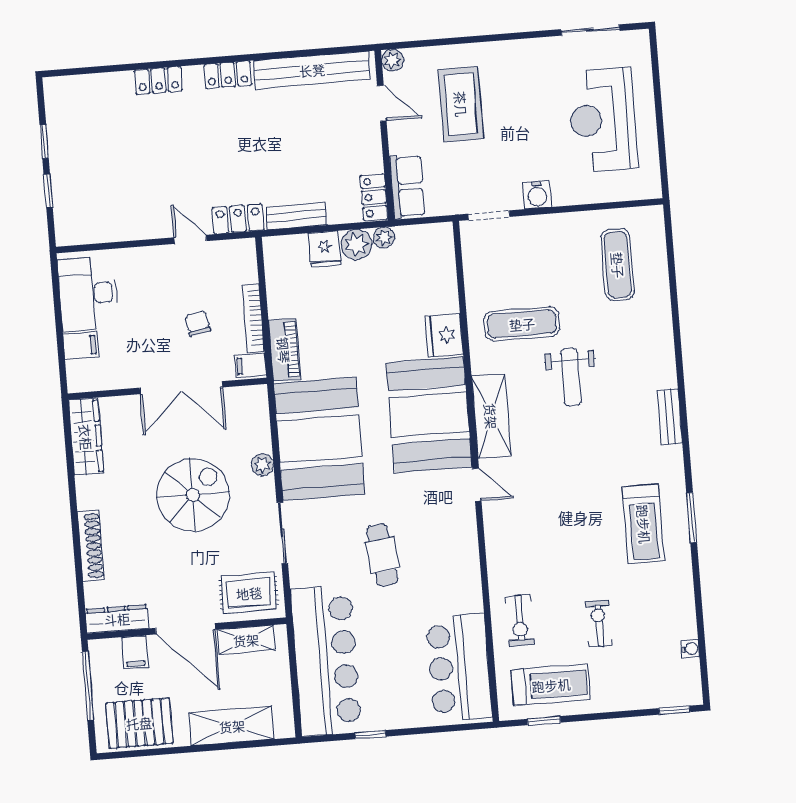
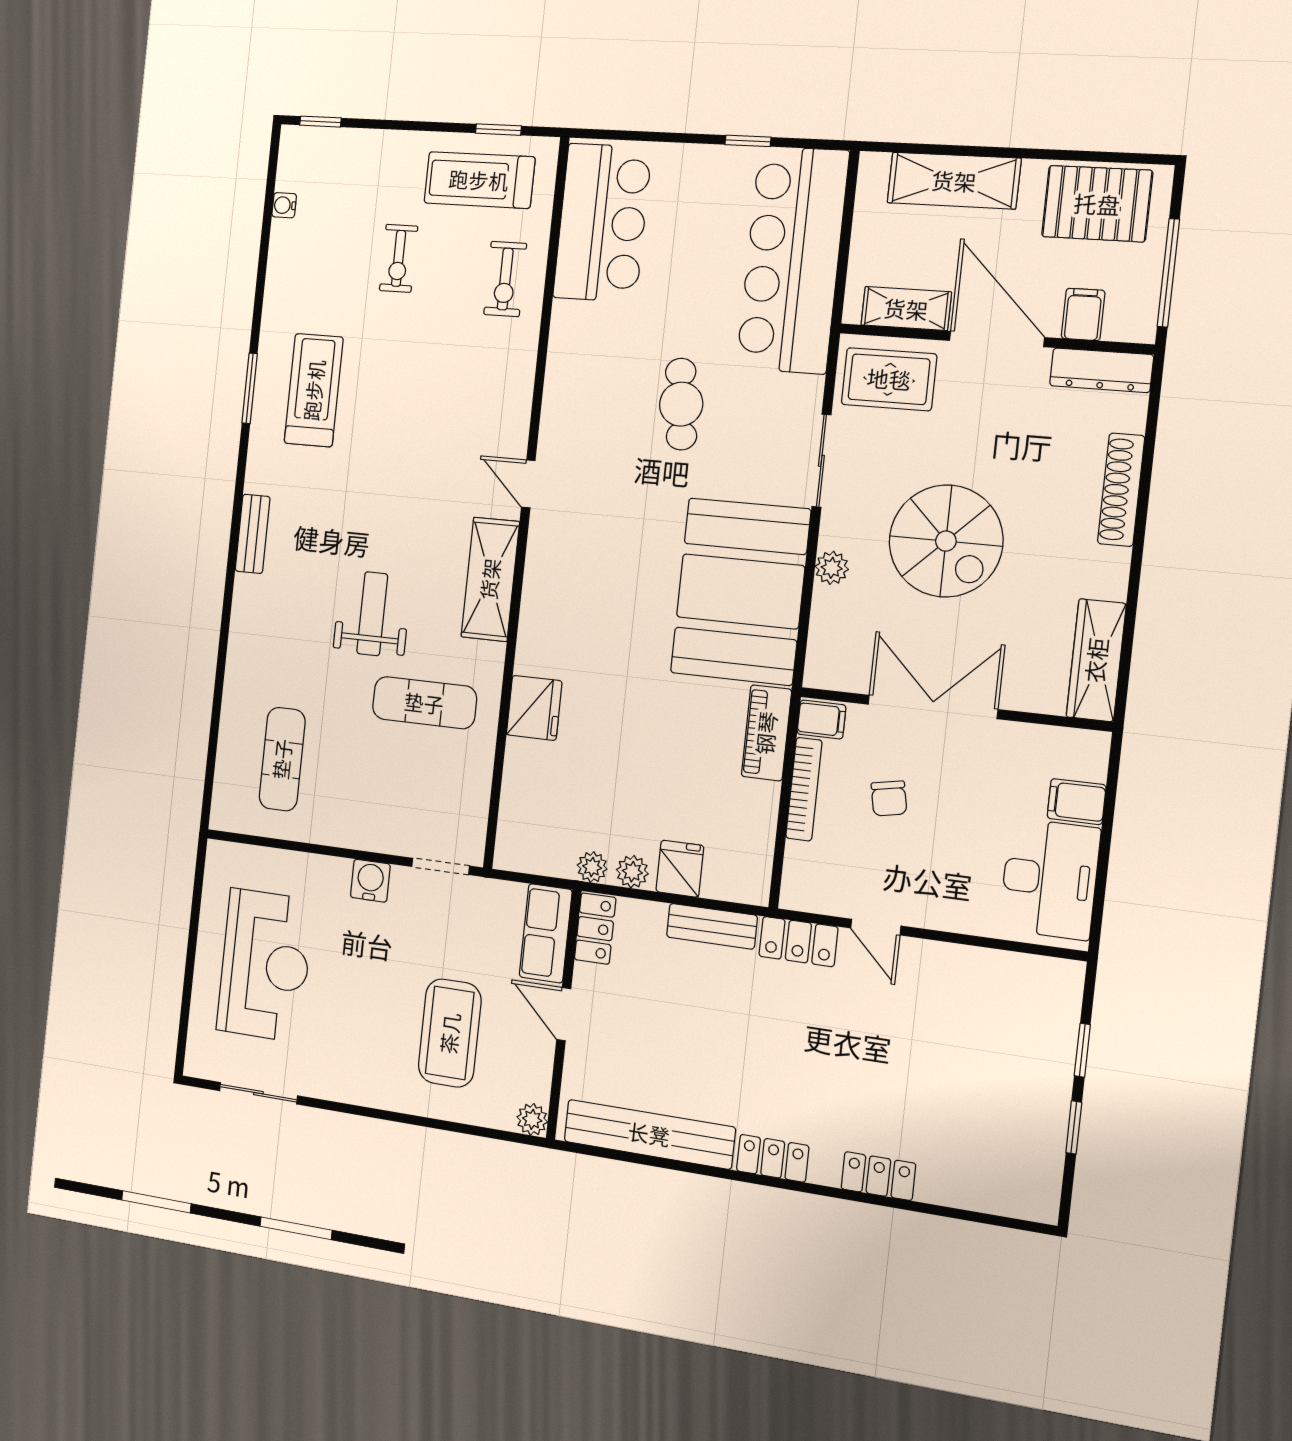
door: (382, 103) -> (564, 1014), moved
plant: (356, 244) -> (632, 872), width x0.73, depth x0.73
booth: (429, 415) -> (576, 597), removed
spiral stairs: (193, 495) -> (946, 541), turned -90
exercise bike: (520, 620) -> (505, 279), turned 180

